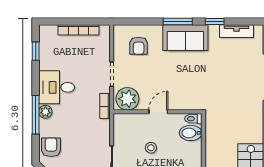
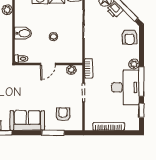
window: (178, 22) -> (53, 133), moved
desk: (57, 87) -> (125, 87), width x1.37
plant: (127, 99) -> (71, 70), width x0.53, depth x0.53
window: (36, 115) -> (141, 82), moved
bidet: (191, 133) -> (23, 33), moved

